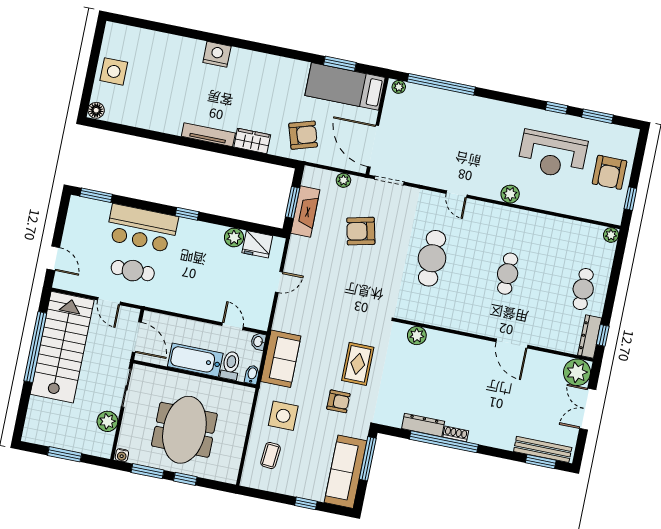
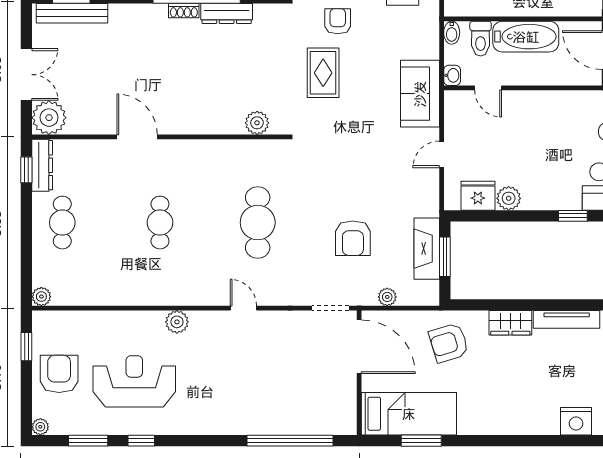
plant: (399, 87) -> (40, 427), moved
armchair: (361, 231) -> (353, 238), turned 103
sofa: (281, 359) -> (420, 94), moved
armchair: (338, 401) -> (338, 21), turned 90

